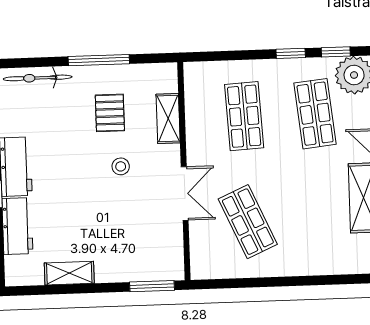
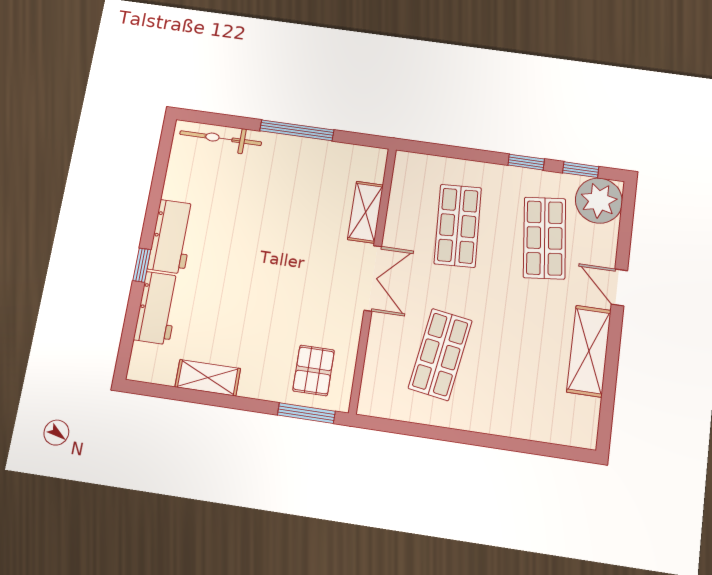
pallet: (110, 113) -> (314, 370), moved
stool: (121, 166) -> (297, 259), removed
double door: (185, 194) -> (373, 278), moved
shop shelf: (248, 222) -> (440, 354), turned 33

